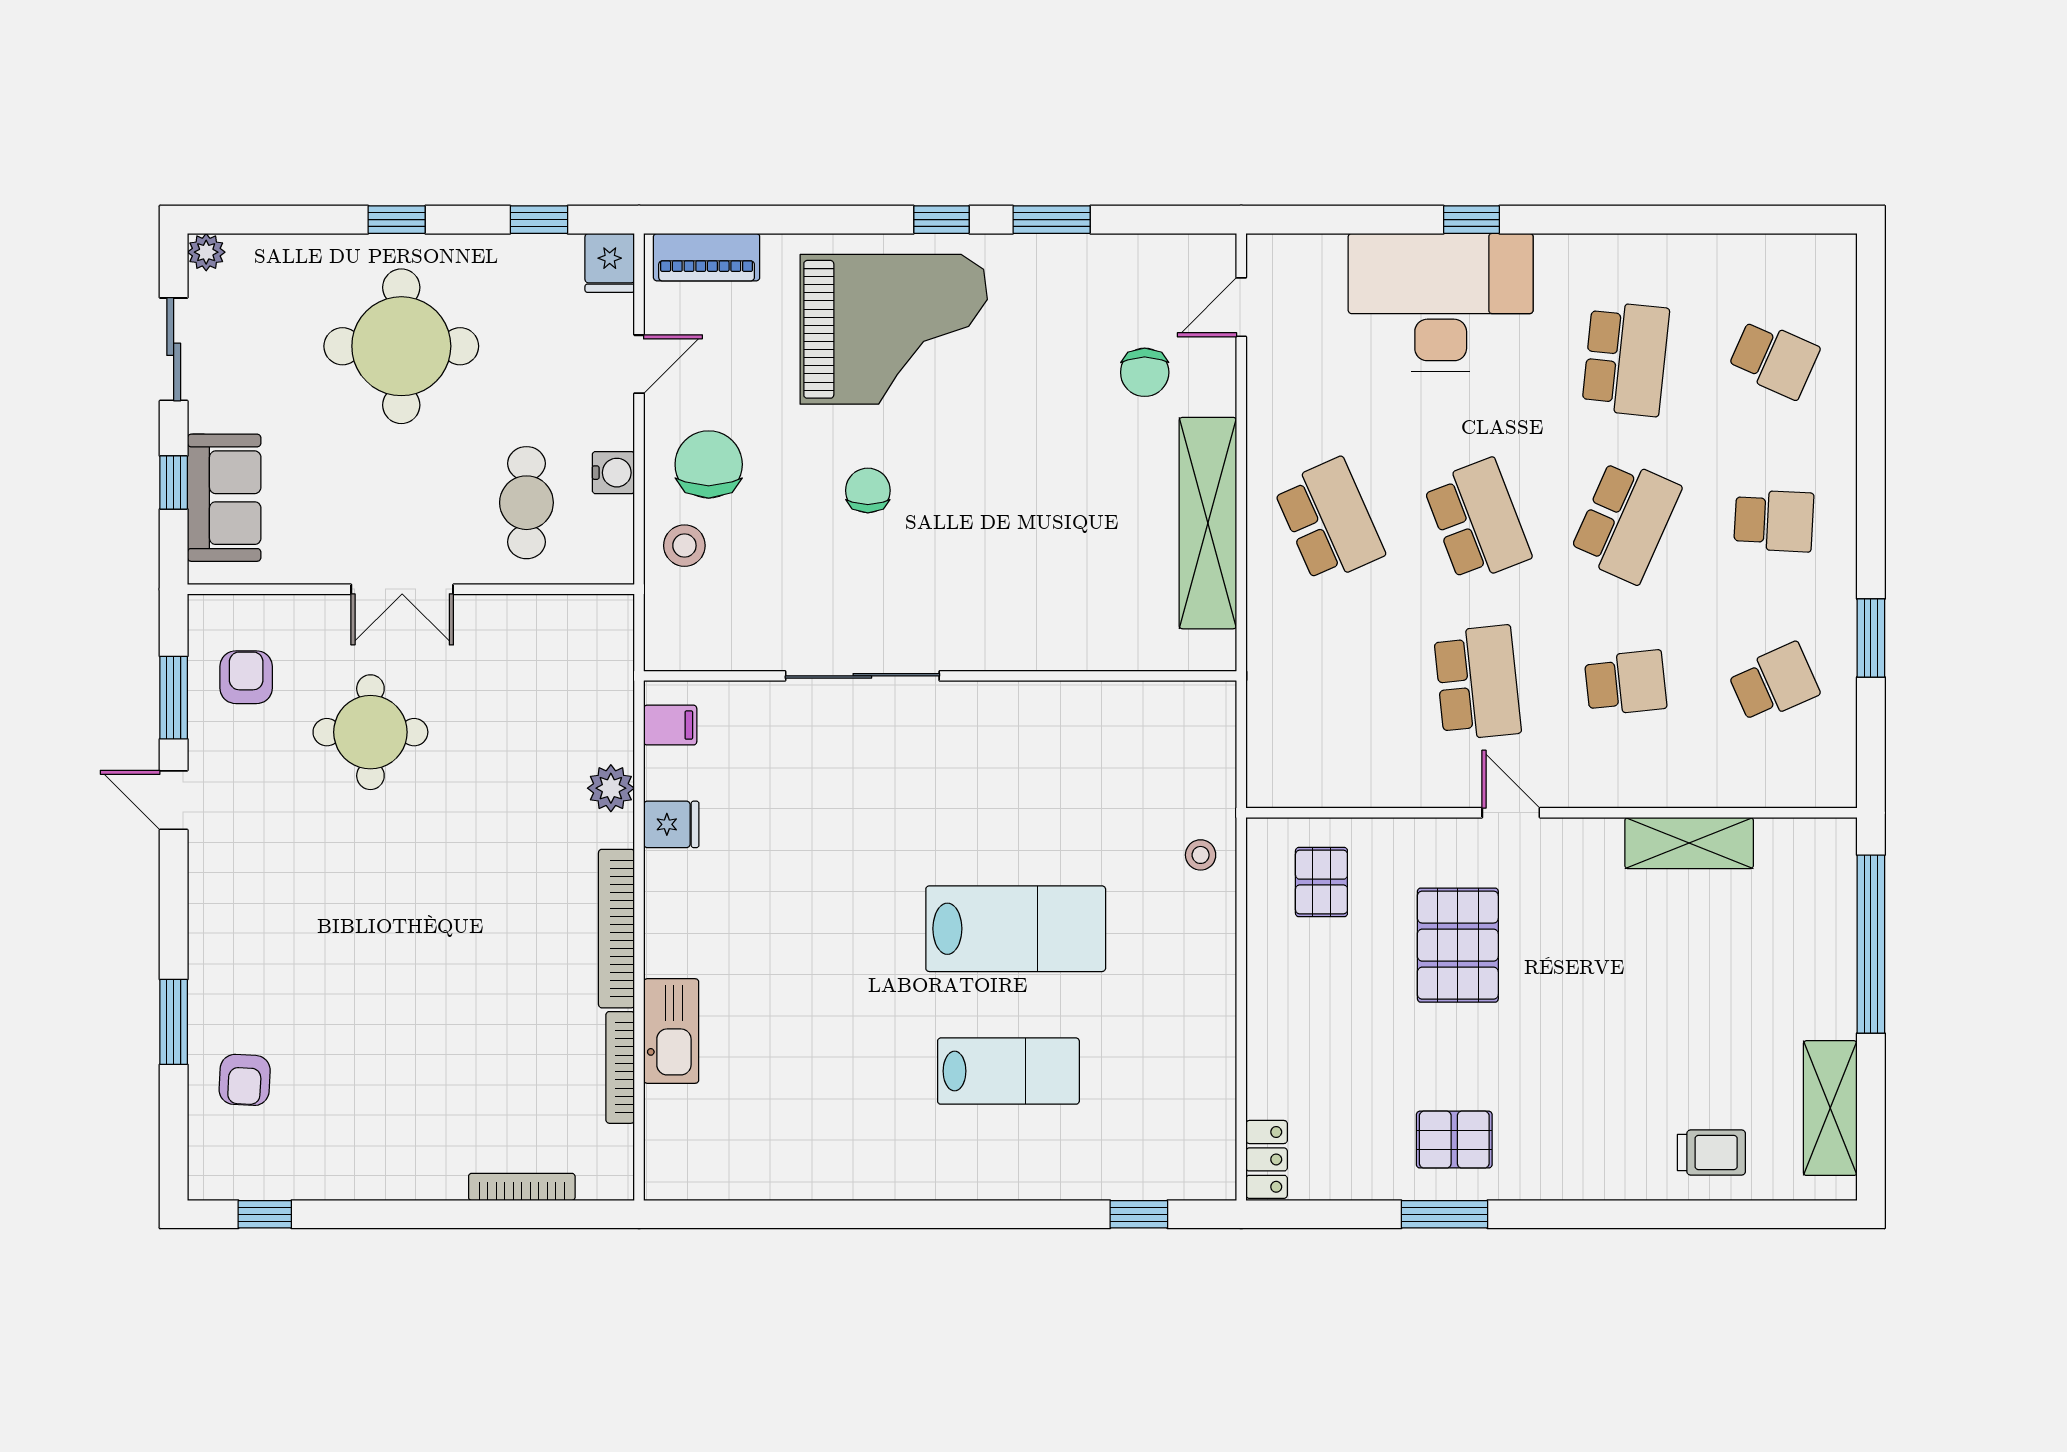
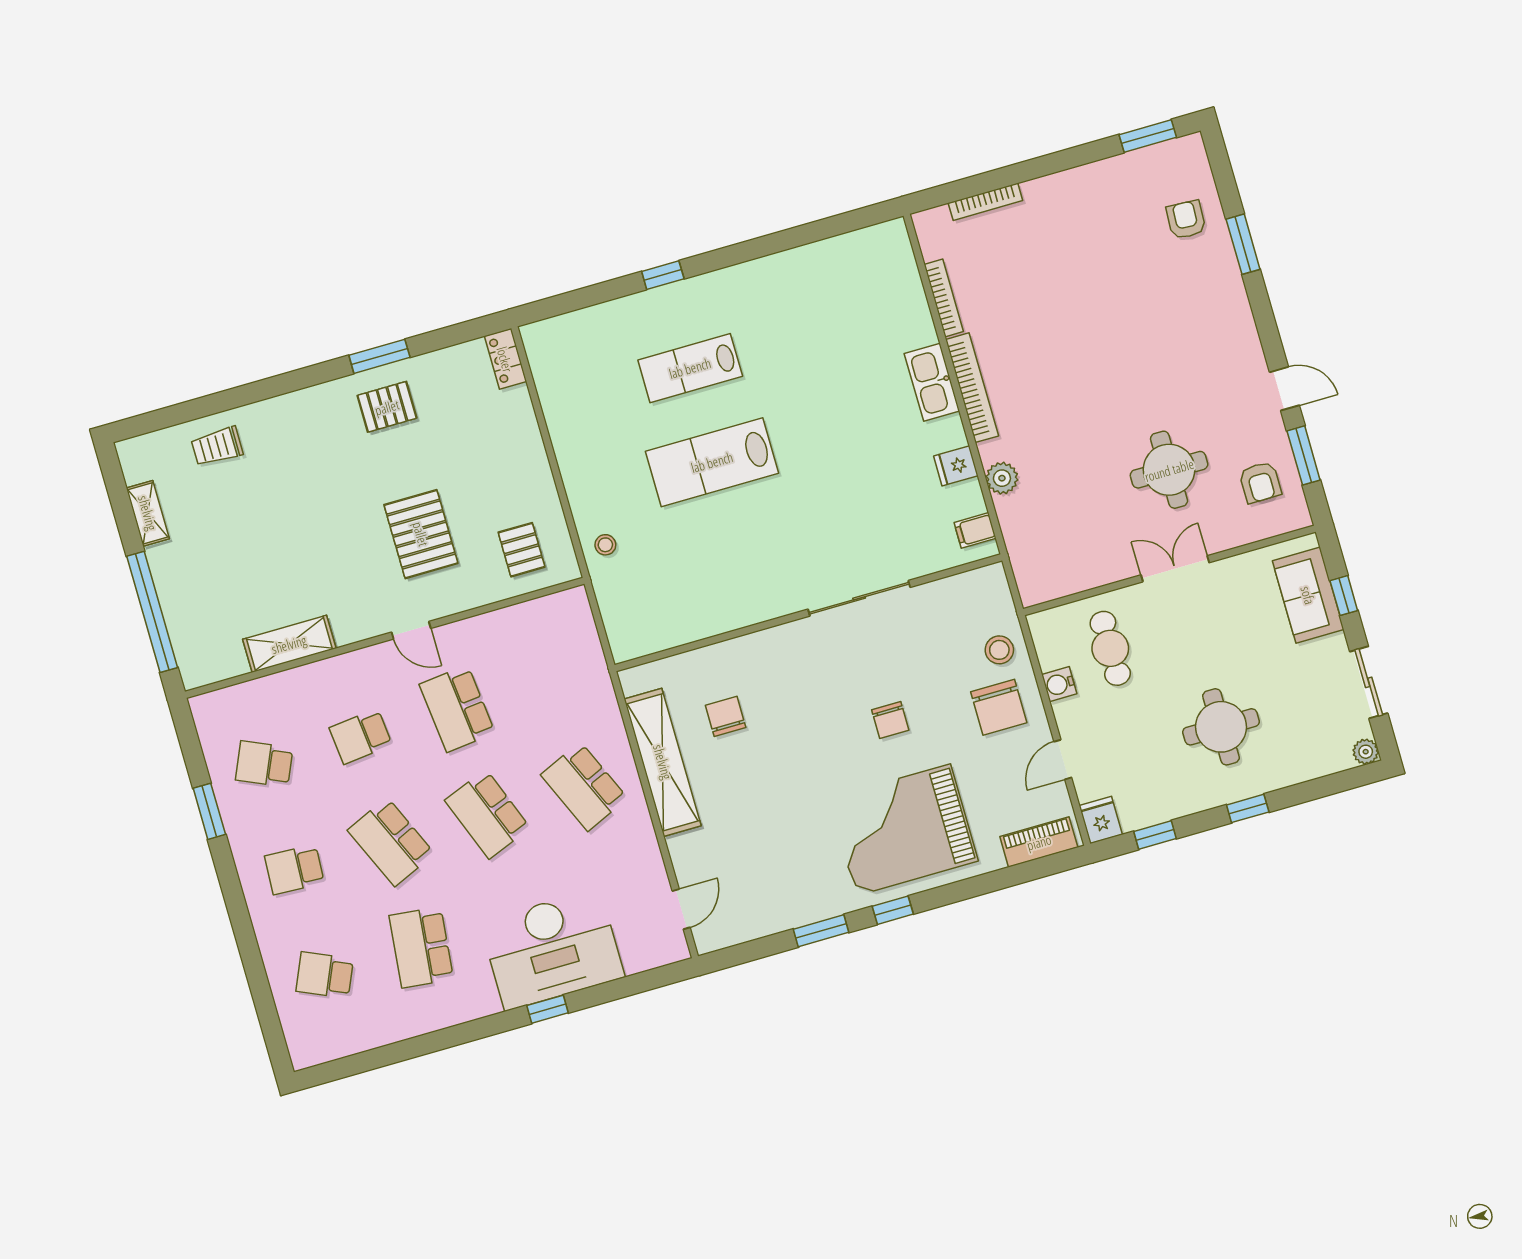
round table: (401, 346) -> (1221, 727), width x0.73, depth x0.73
chair: (1145, 372) -> (726, 716), moved
school desk: (1626, 521) -> (391, 842), turned -48
school desk: (1774, 683) -> (264, 764), turned 48
kitchen sink: (671, 1031) -> (932, 382), moved
shelving: (1830, 1108) -> (148, 513), width x0.67, depth x0.75
window: (265, 1214) -> (1148, 136), width x1.50
window: (1139, 1214) -> (663, 275), moved

